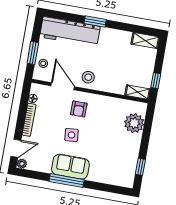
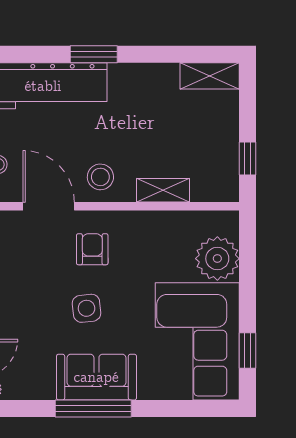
shelving: (138, 92) -> (163, 190), moved
armchair: (79, 109) -> (92, 249), turned 180
corner sofa: (119, 159) -> (197, 341), added

